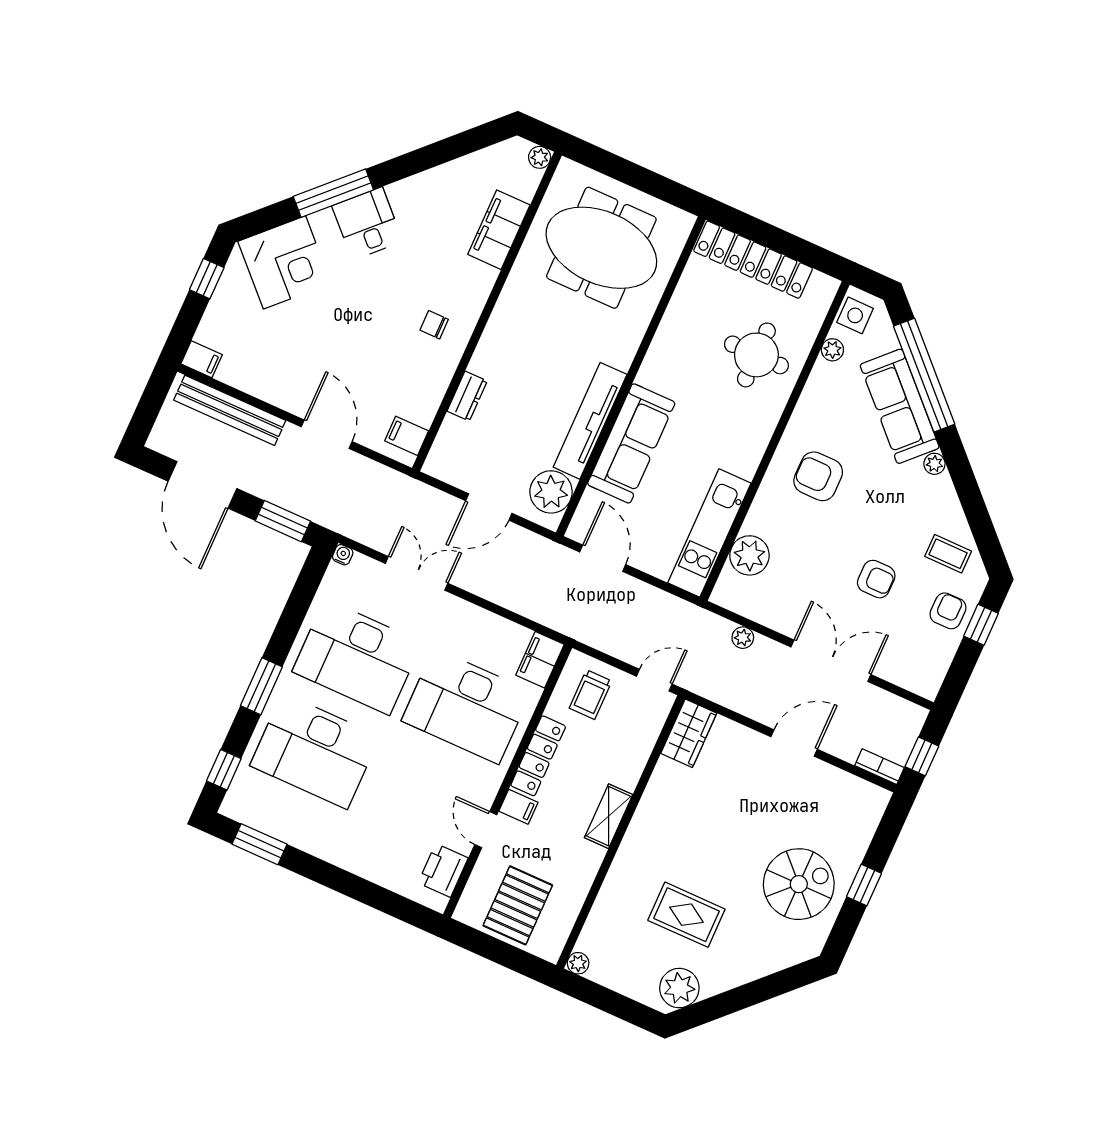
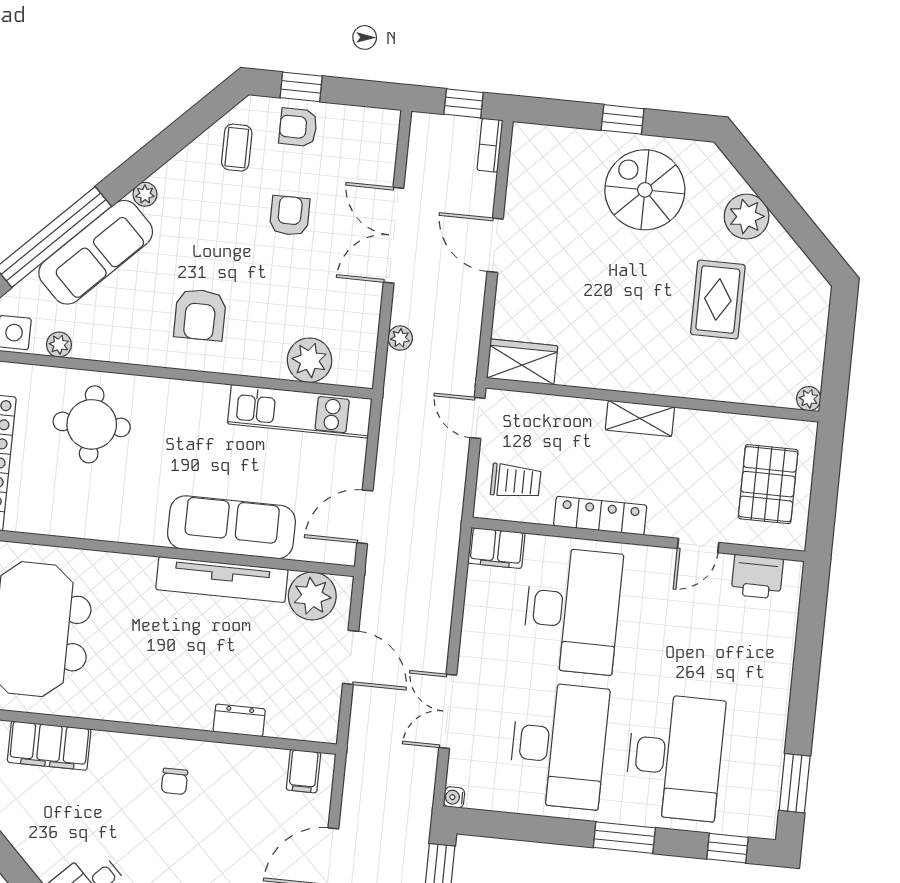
filing cabinet: (518, 807) -> (662, 519), removed
pallet: (518, 905) -> (768, 484), turned 90
plant: (679, 988) -> (747, 217), moved

